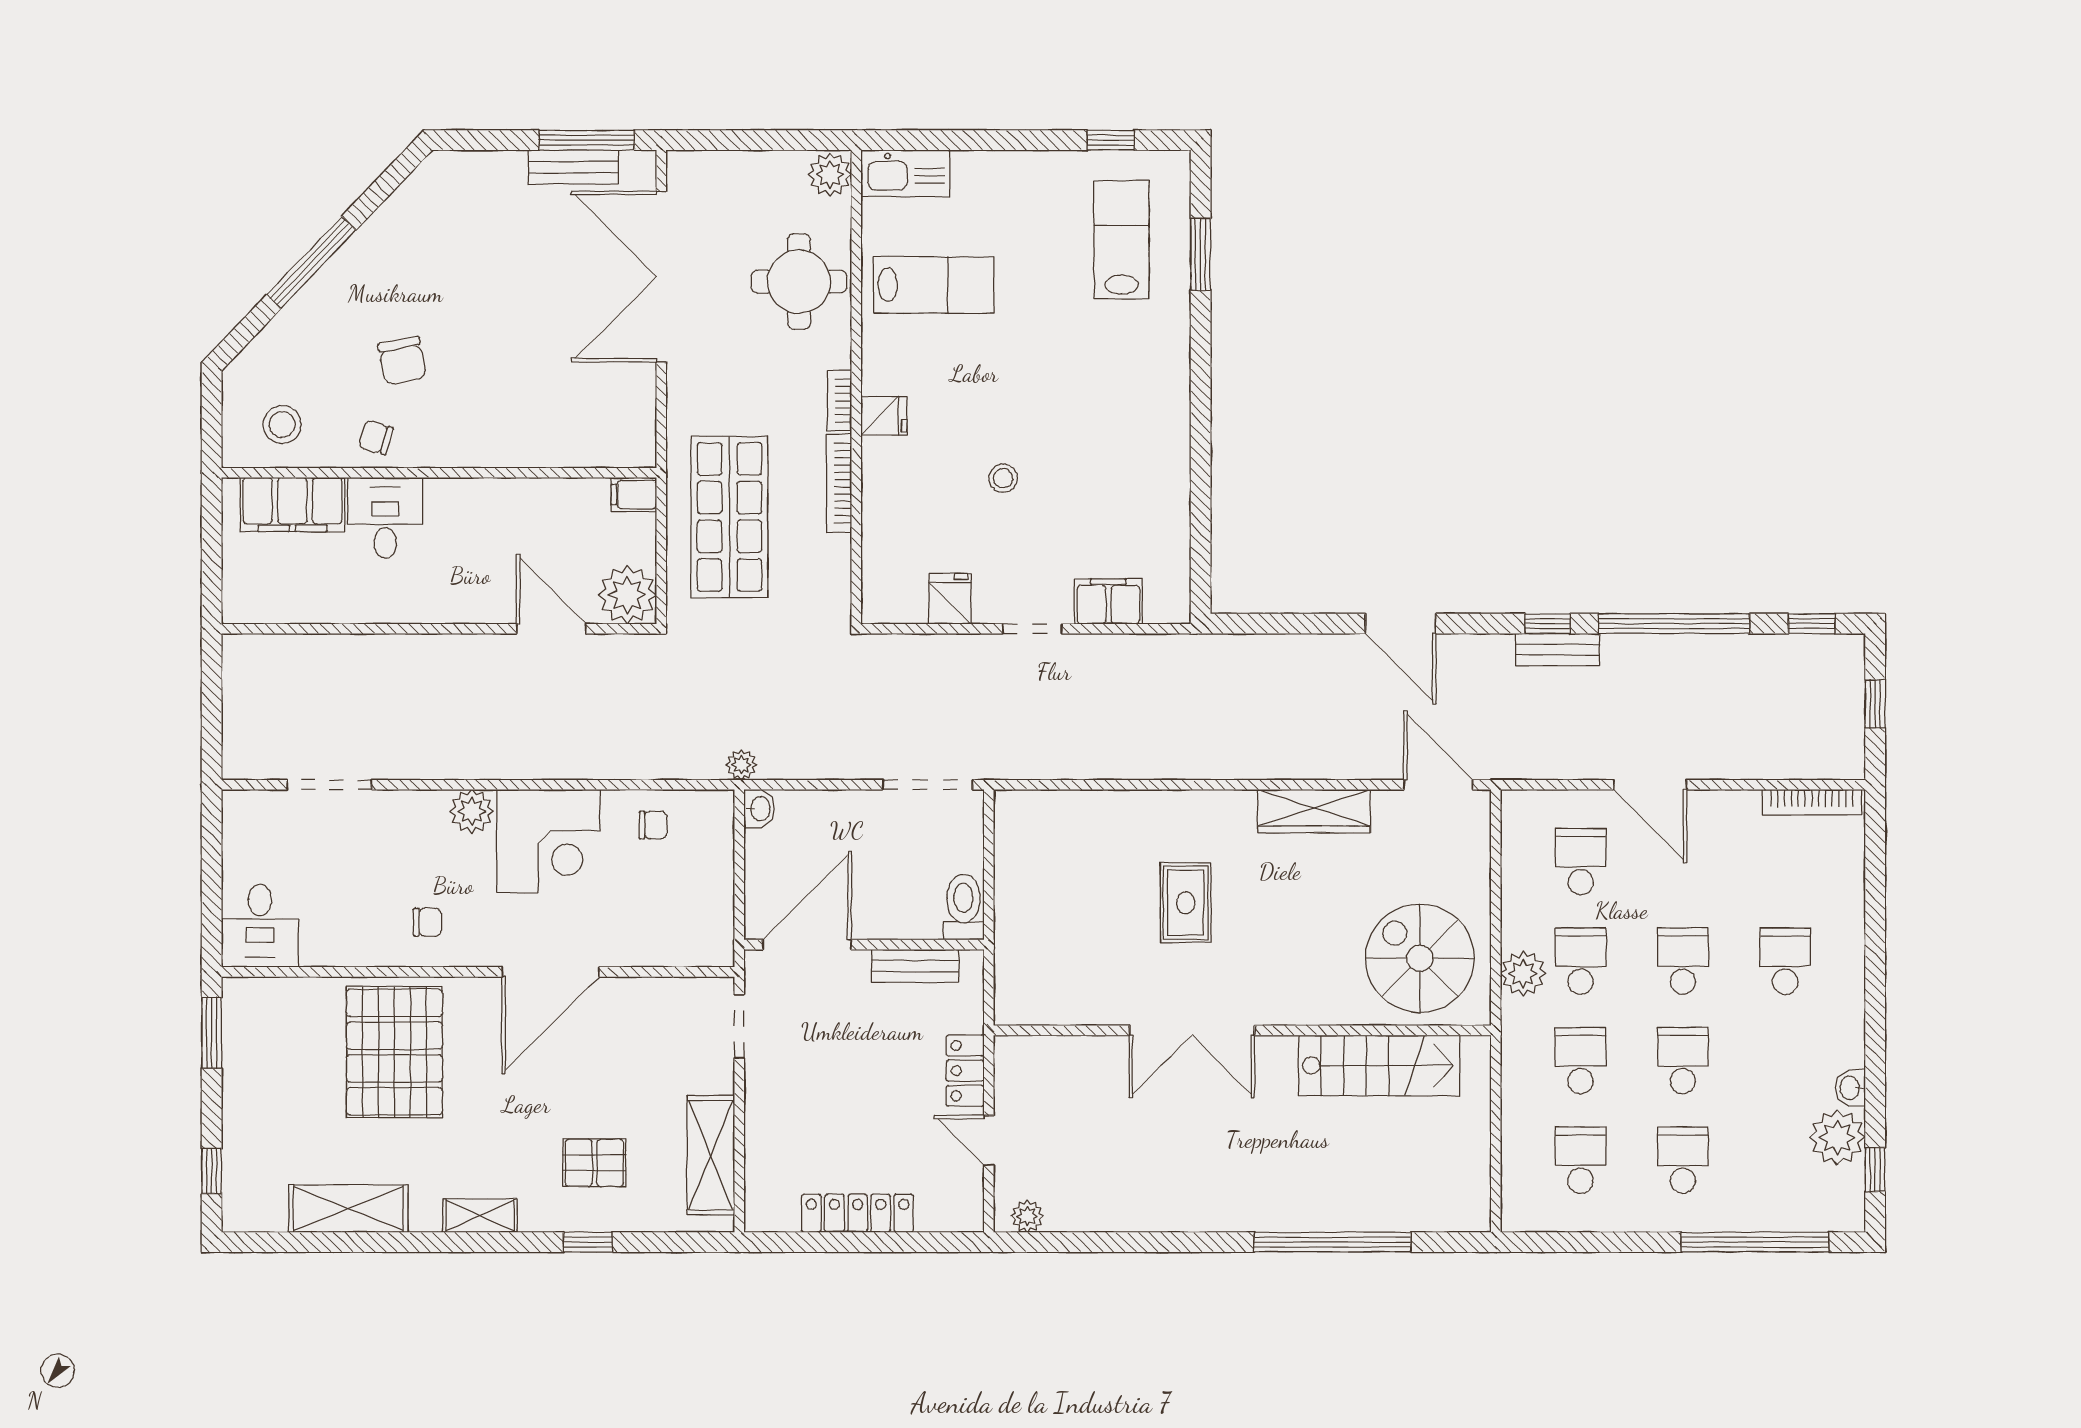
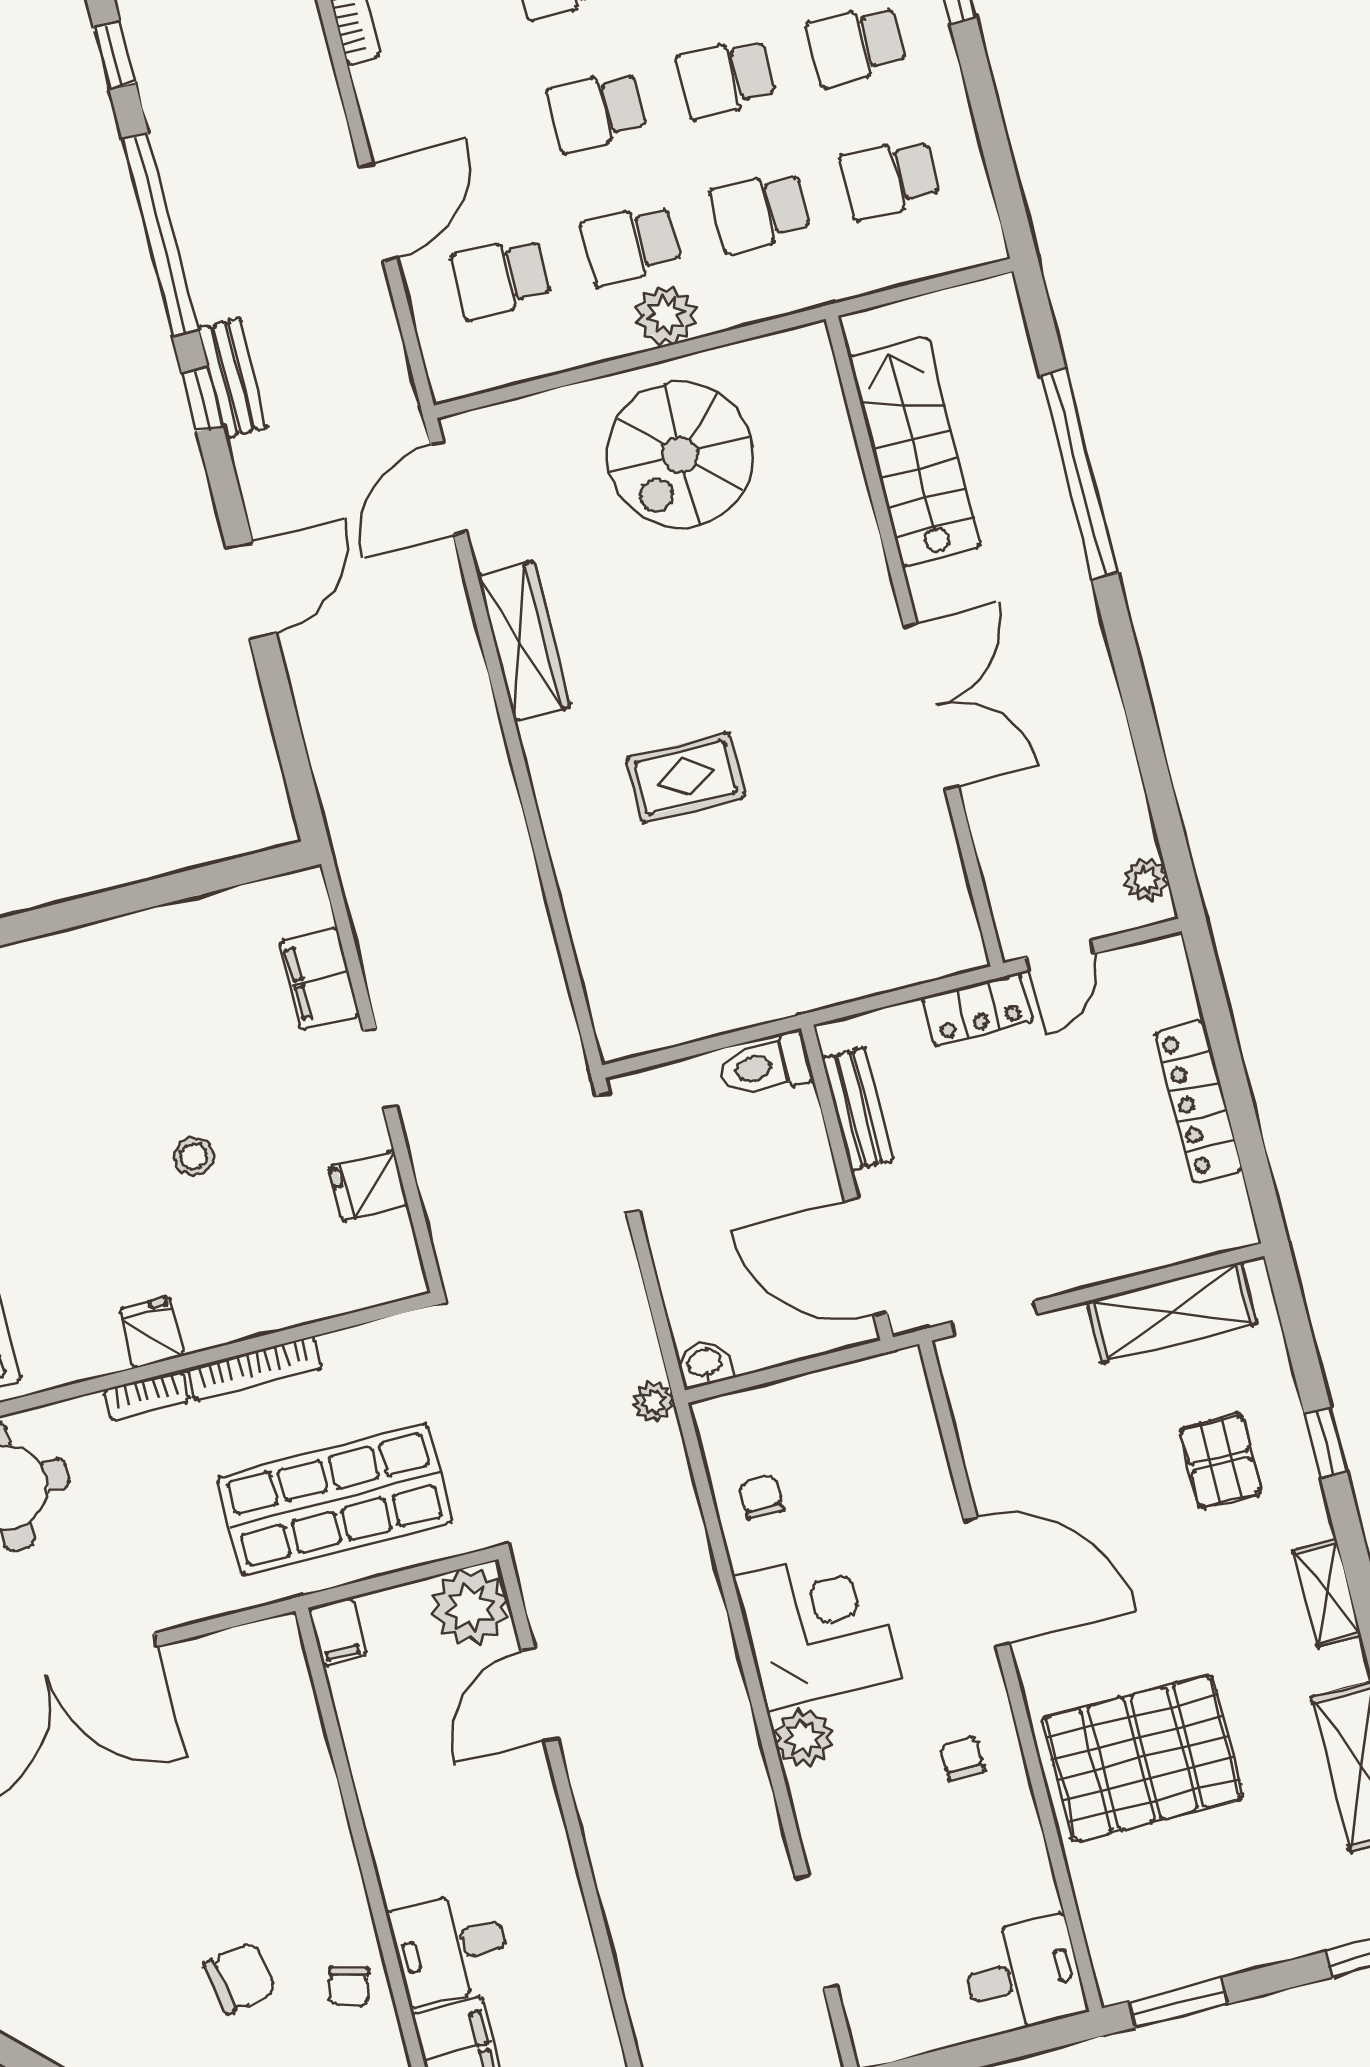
double door: (1192, 1030) -> (931, 707), moved
wall: (1242, 1030) -> (914, 641), moved
stairs: (1379, 1065) -> (915, 451), moved

